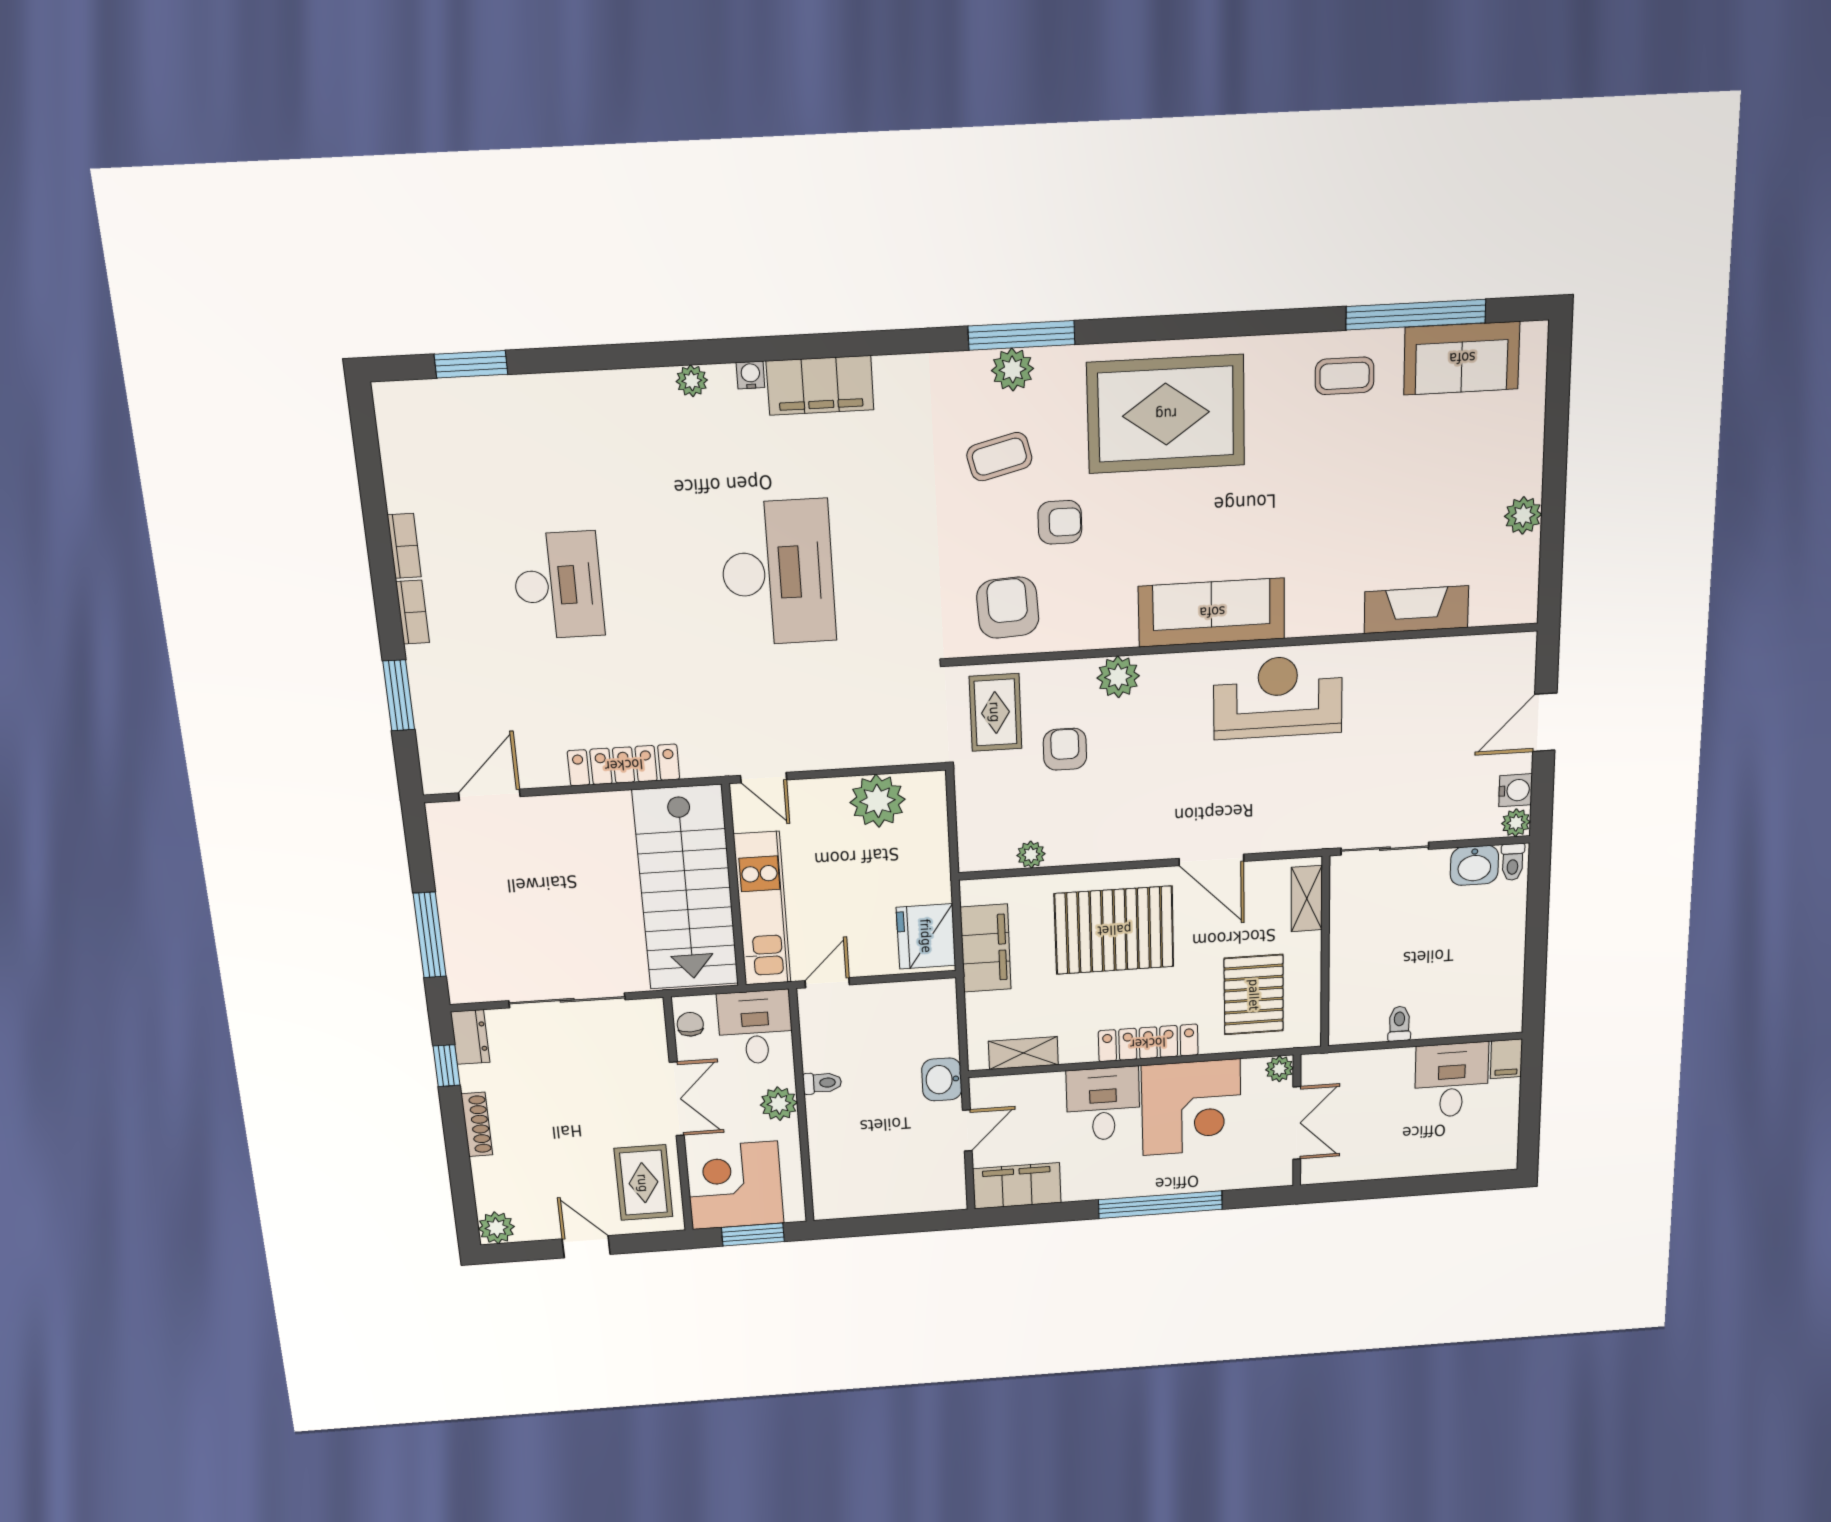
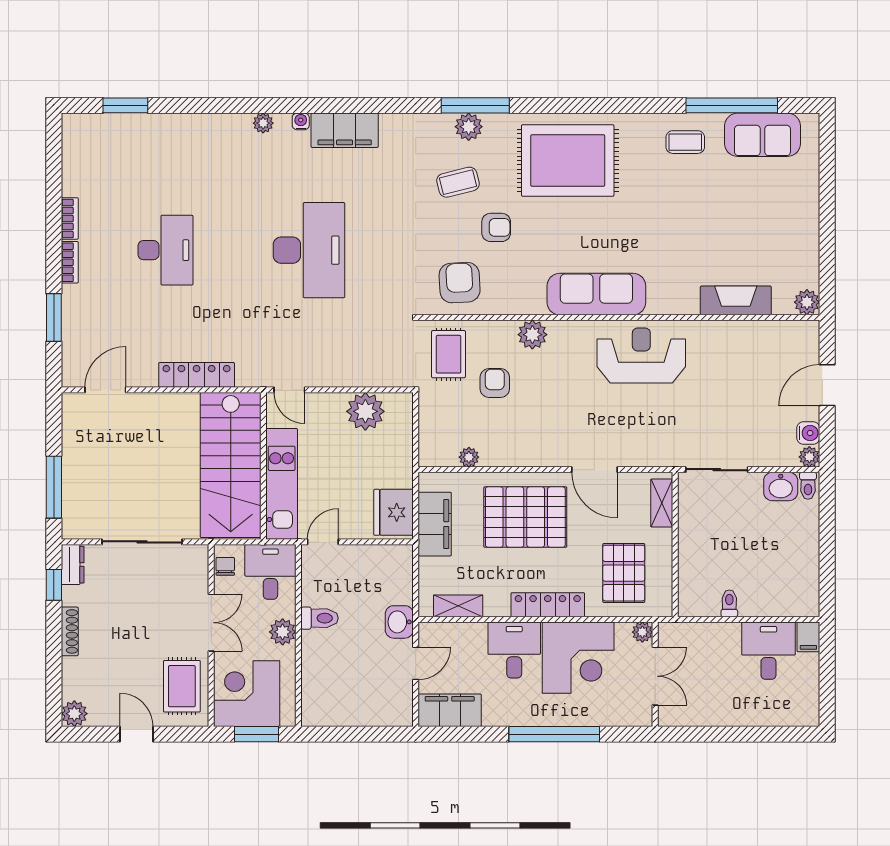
plant: (1523, 515) -> (807, 302), moved
toilet: (822, 1083) -> (319, 618), width x1.37, depth x1.39

